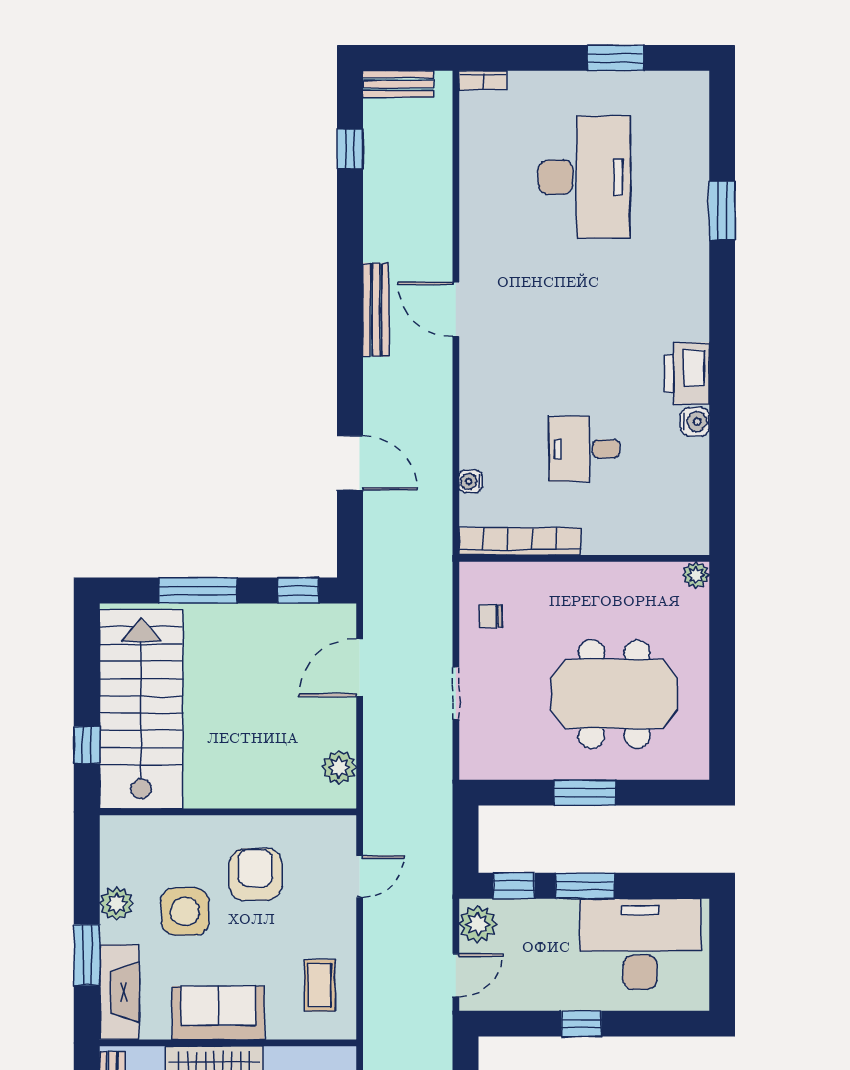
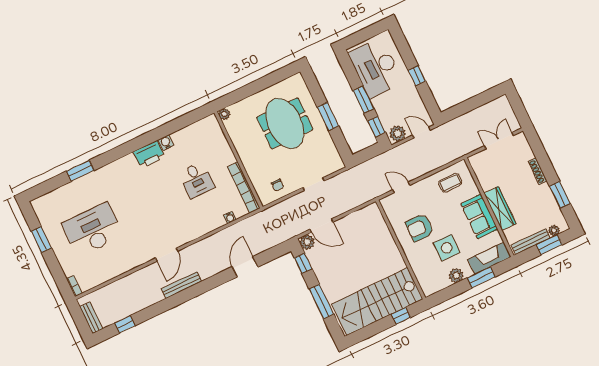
plant: (339, 767) -> (307, 242), moved

